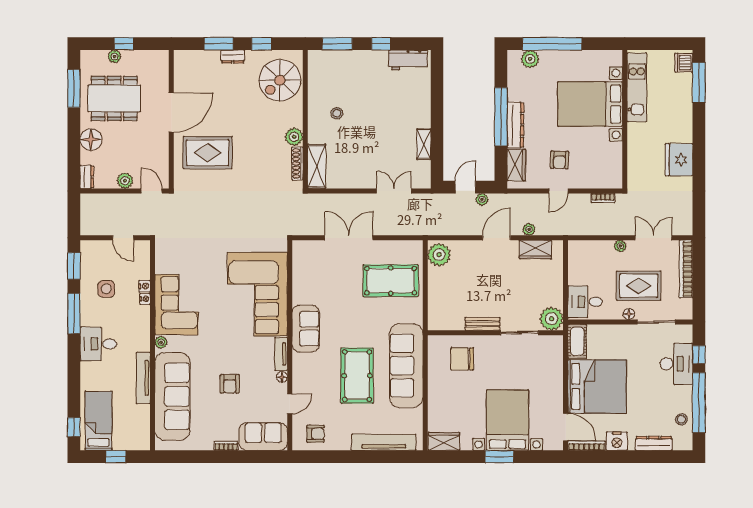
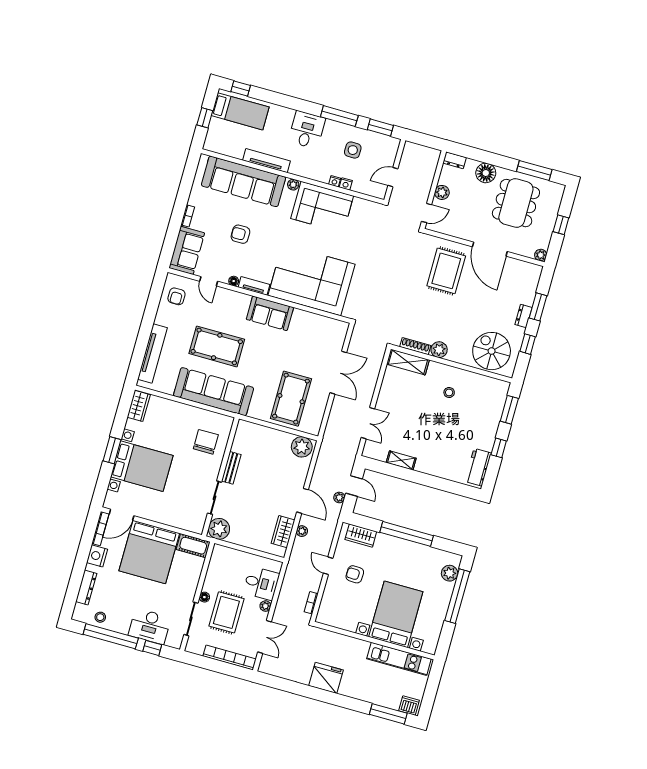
plant: (114, 56) -> (541, 255), moved
dresser: (515, 125) -> (396, 544), removed
desk: (585, 302) -> (261, 583), moved, turned 90

